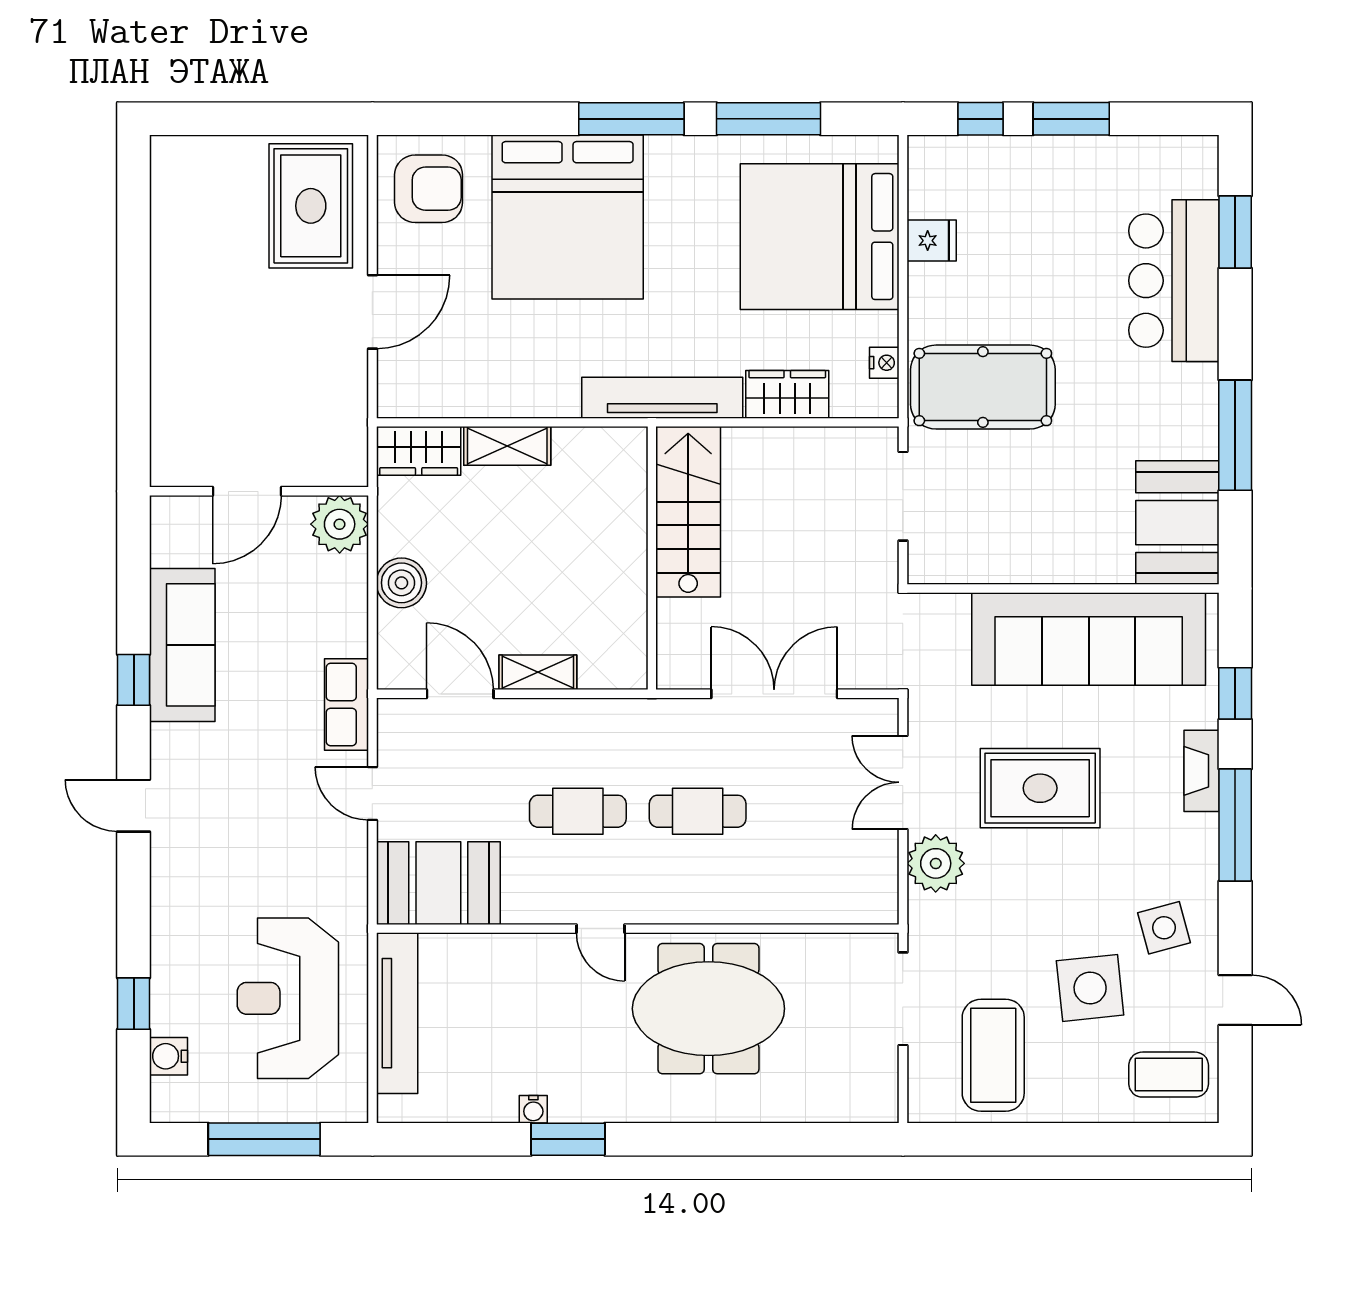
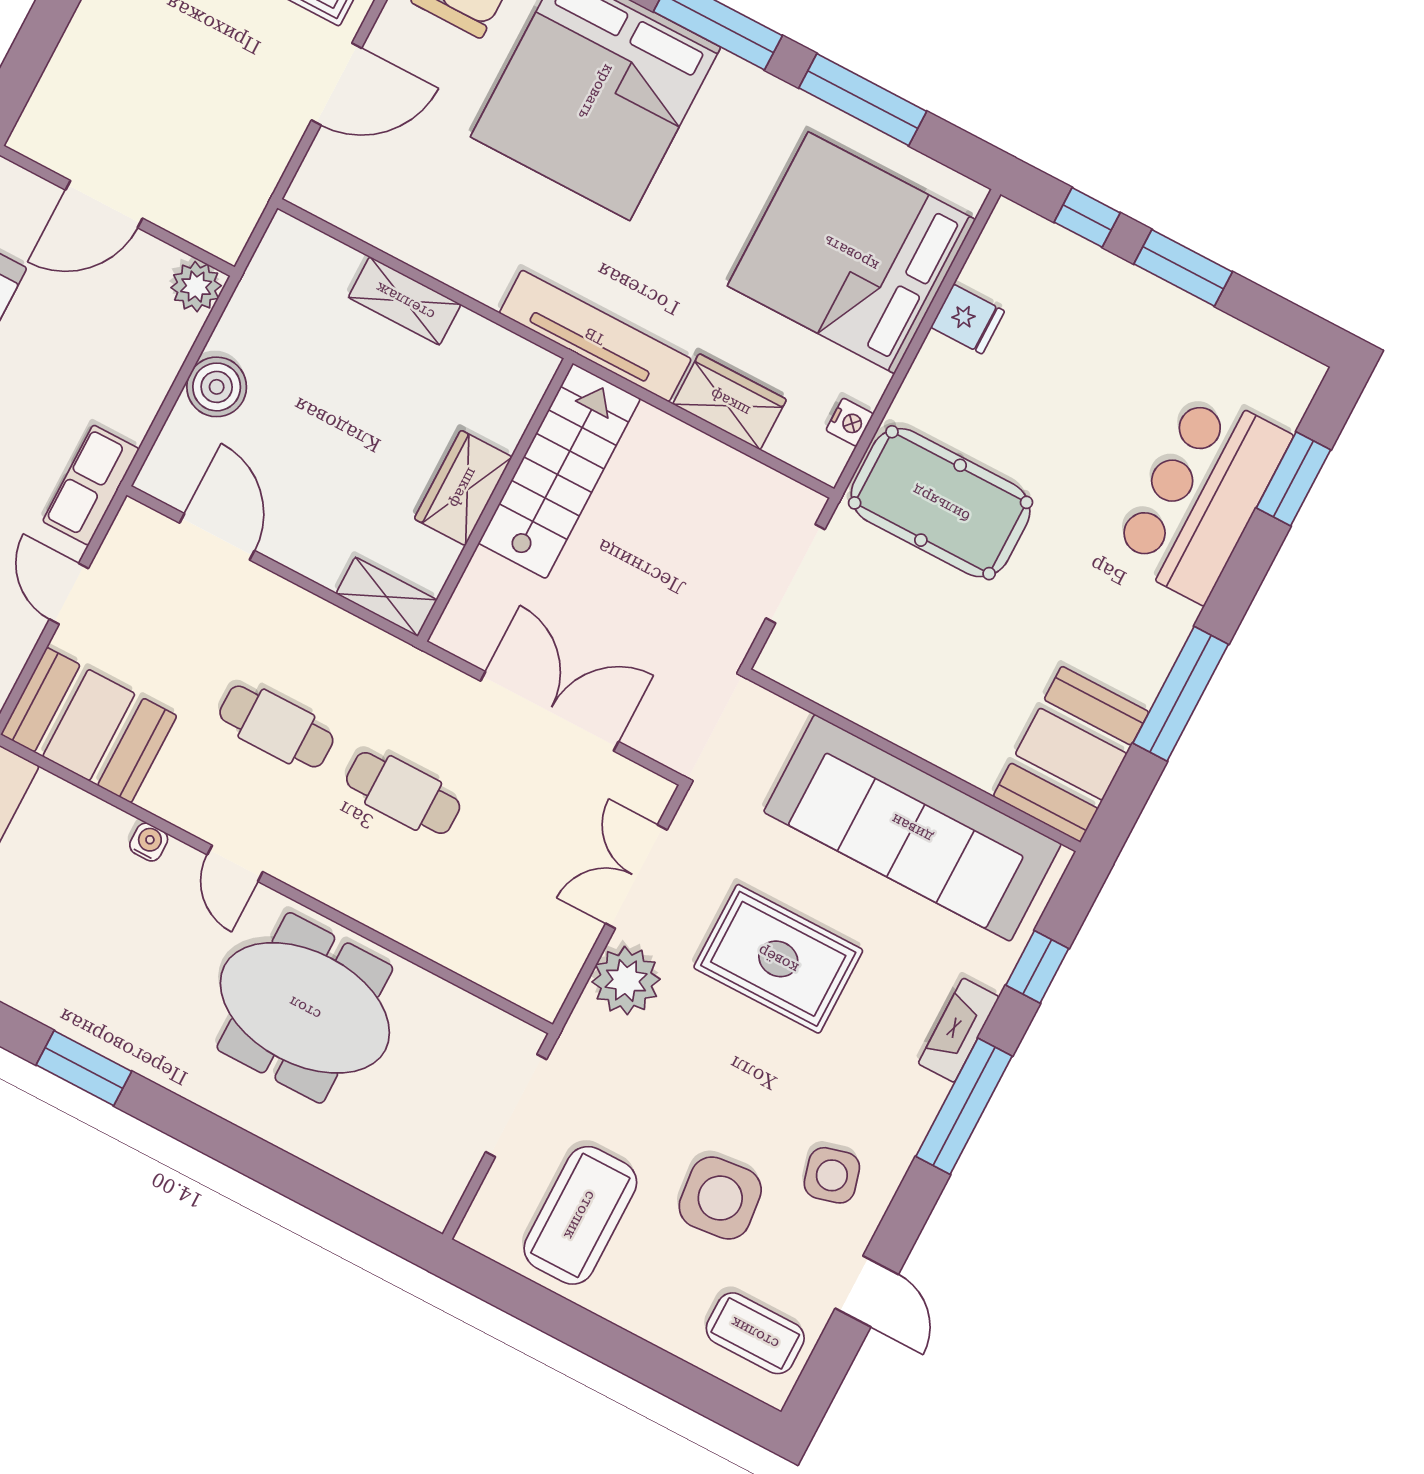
wardrobe: (419, 451) -> (463, 488), moved, turned 90
plant: (340, 524) -> (196, 287), width x0.73, depth x0.73
shelving: (538, 672) -> (387, 597), moved
water cooler: (533, 1109) -> (149, 842), moved, turned 180

